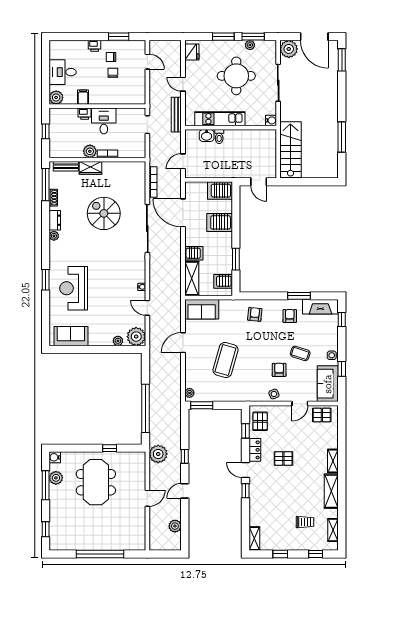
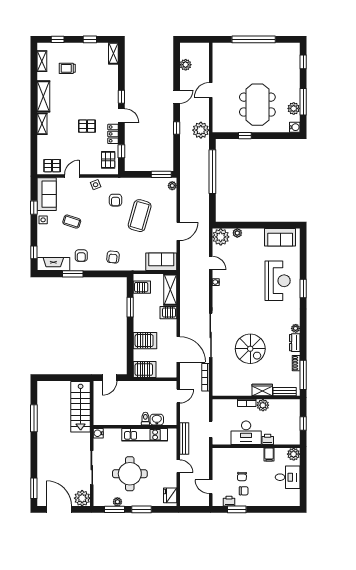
printer: (95, 46) -> (229, 501), moved
desk: (104, 121) -> (246, 433), width x1.37
door: (259, 182) -> (110, 378), swing flipped
armchair: (279, 370) -> (115, 200), moved

